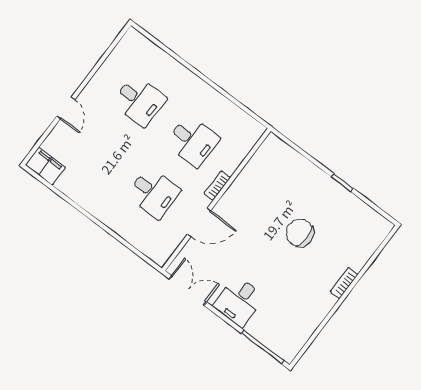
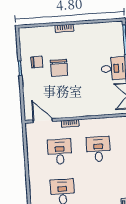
chair: (332, 211) -> (37, 62), added
door: (199, 222) -> (43, 121), moved

